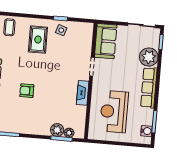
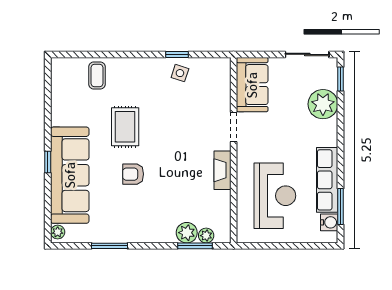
rug: (38, 40) -> (125, 127), moved
row of seats: (149, 88) -> (327, 180), moved
reception desk: (114, 112) -> (275, 196), turned 180

